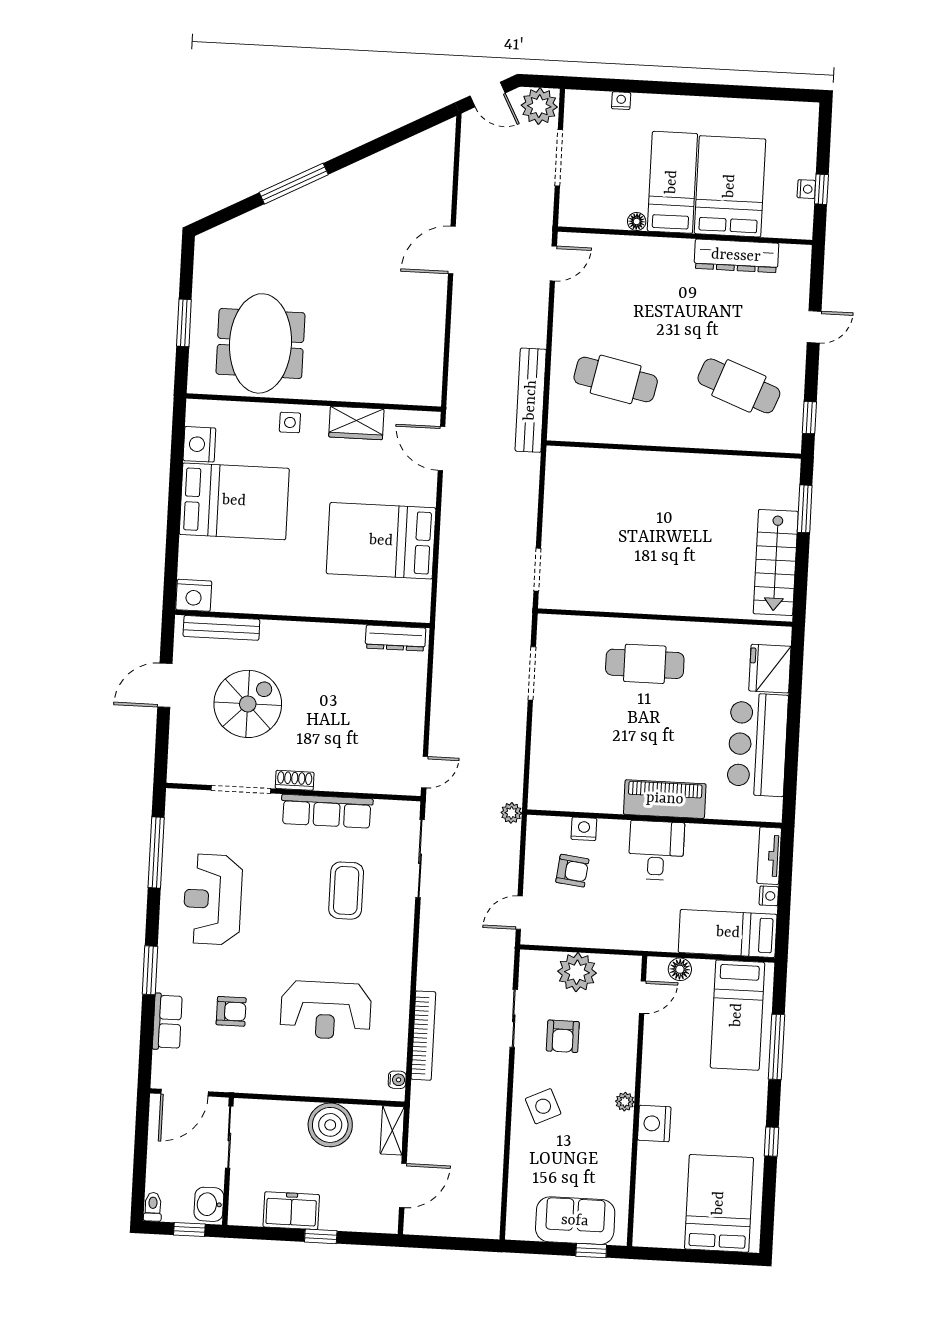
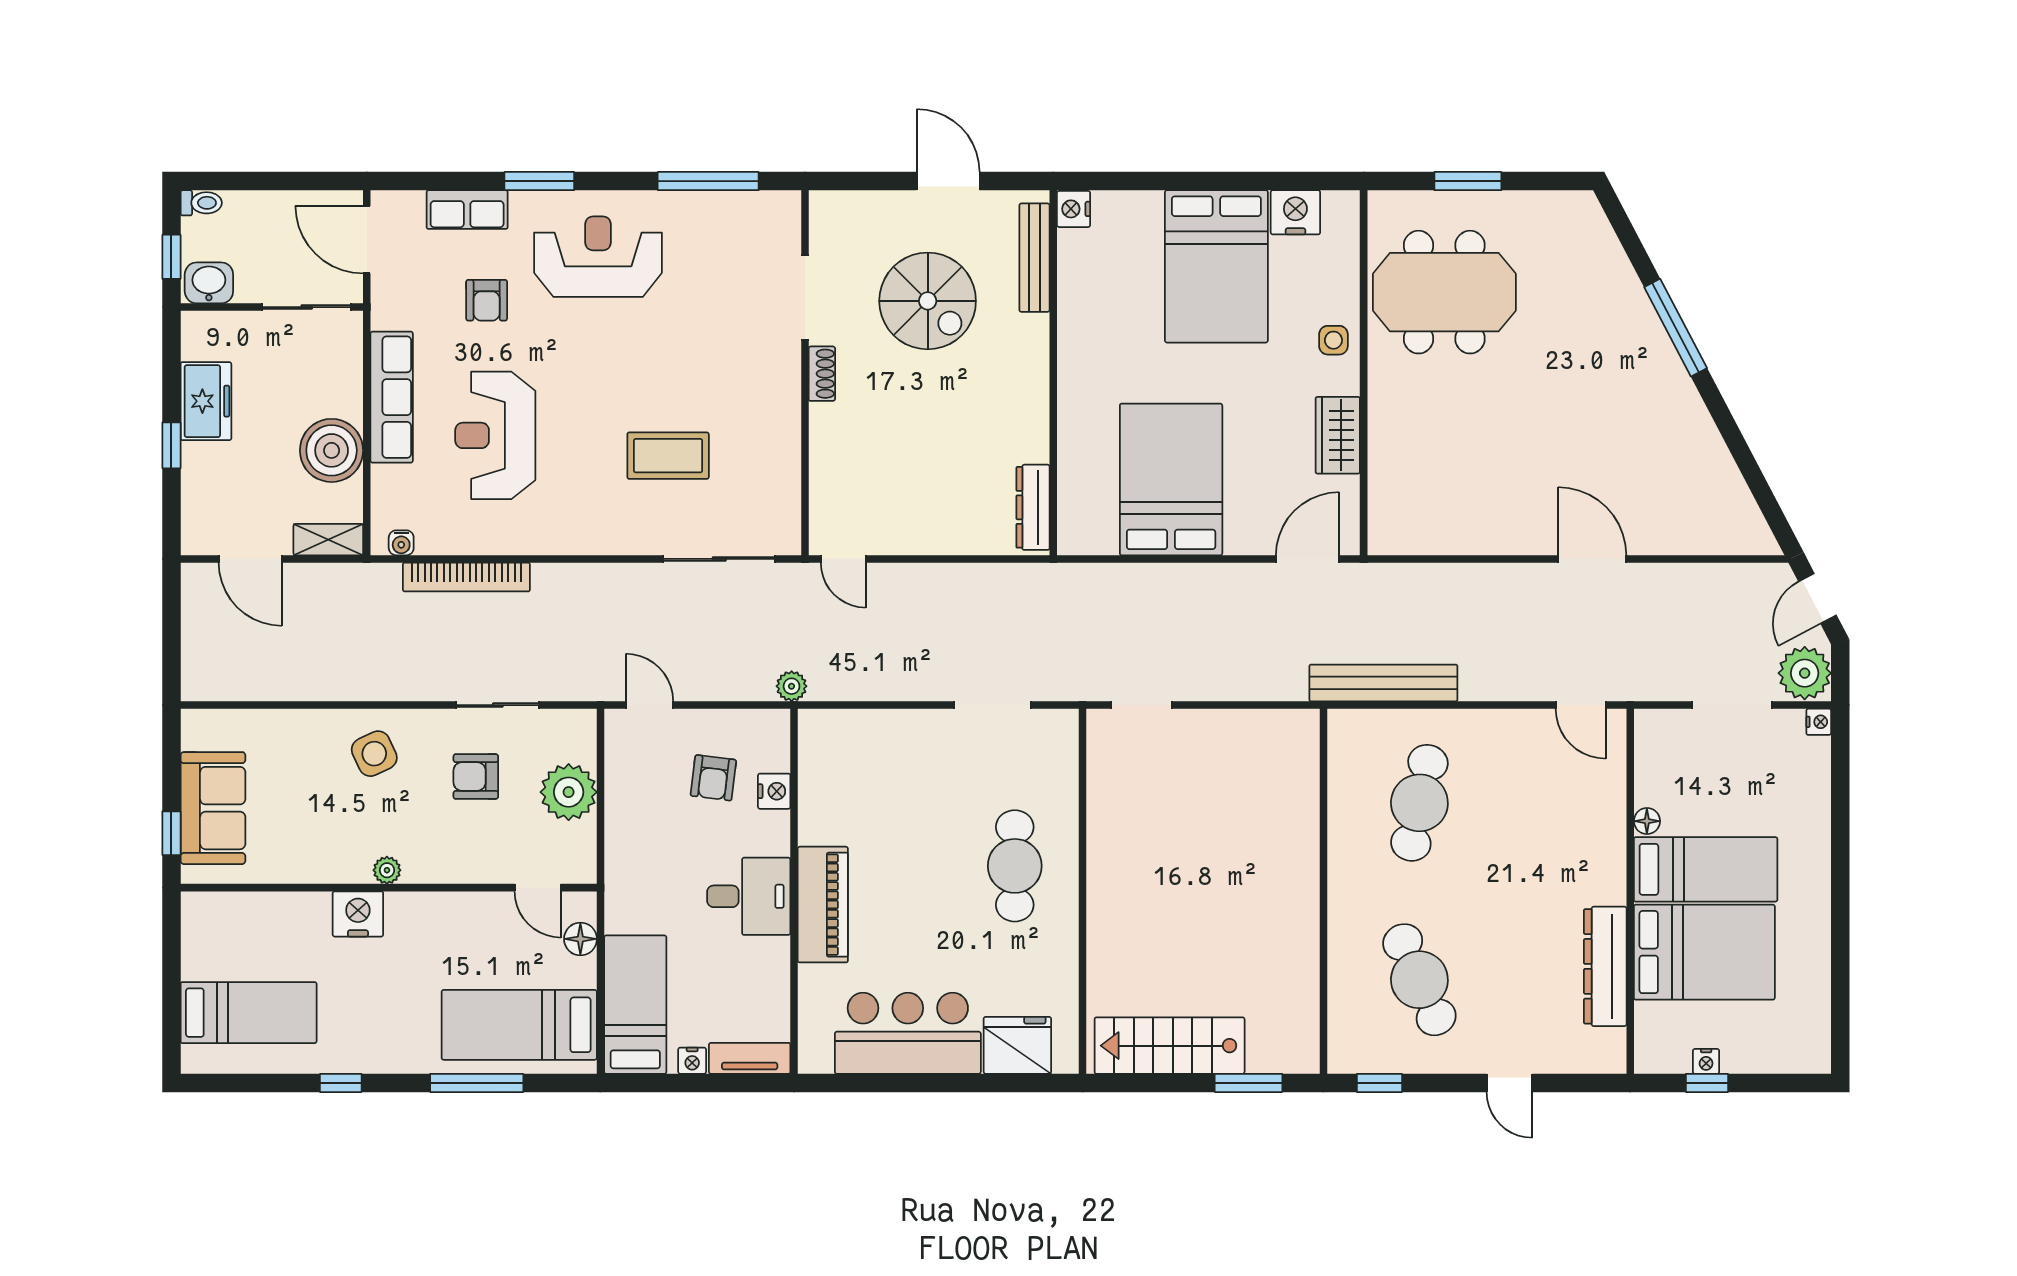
nightstand: (621, 101) -> (1819, 722), moved
cafe table: (739, 386) -> (1419, 980), turned -45
nightstand: (194, 595) -> (1074, 209), width x0.74, depth x0.75
row of seats: (327, 811) -> (392, 397), moved, turned 180
reception desk: (213, 899) -> (598, 257), moved
bed: (719, 1203) -> (249, 1013), width x0.67

